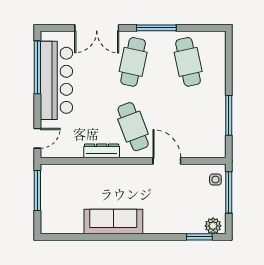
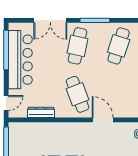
cafe table: (188, 62) -> (119, 46), turned 30
dresser: (102, 151) -> (41, 112), moved

